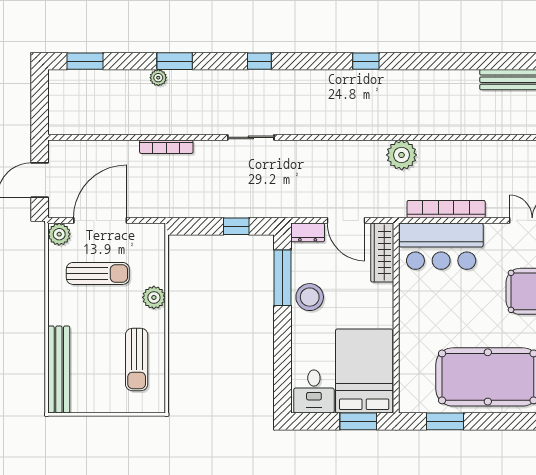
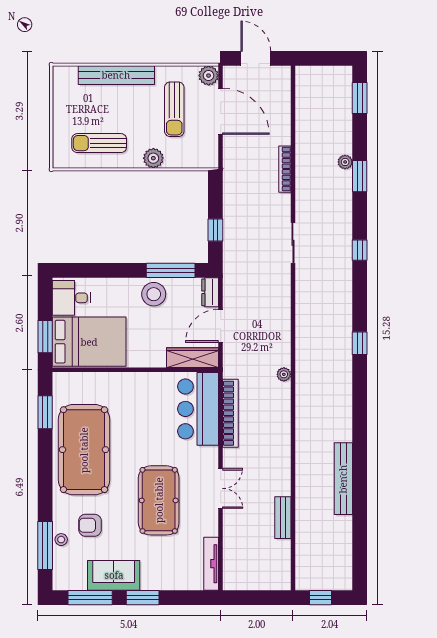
plant: (402, 155) -> (284, 374), width x0.53, depth x0.53
bench: (59, 369) -> (116, 75), moved

